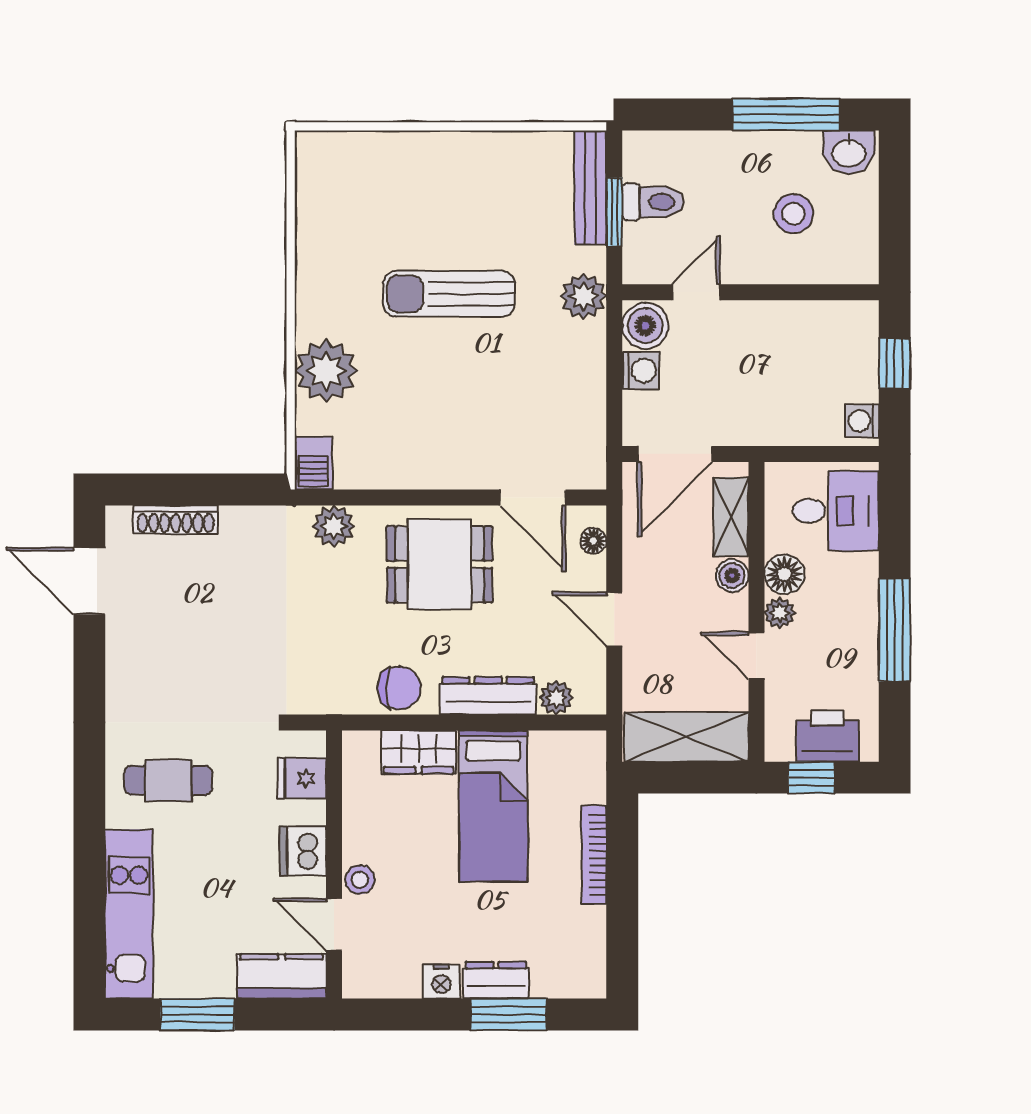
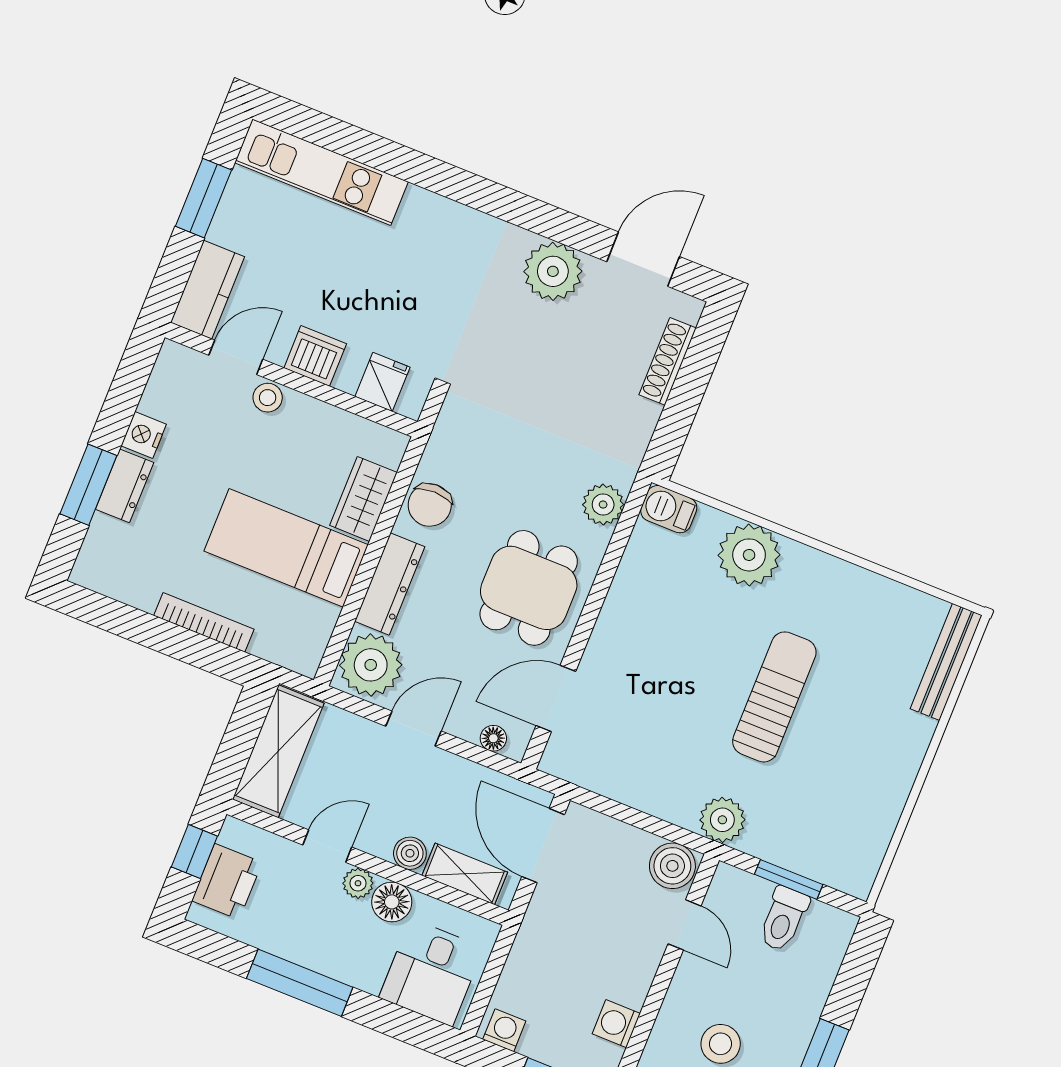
bench: (590, 188) -> (946, 662), moved, turned 90
washing machine: (641, 371) -> (616, 1024), moved, turned 90
plant: (135, 661) -> (553, 271), added
plant: (556, 698) -> (371, 665), width x1.88, depth x1.88
cafe table: (168, 780) -> (430, 258), removed

